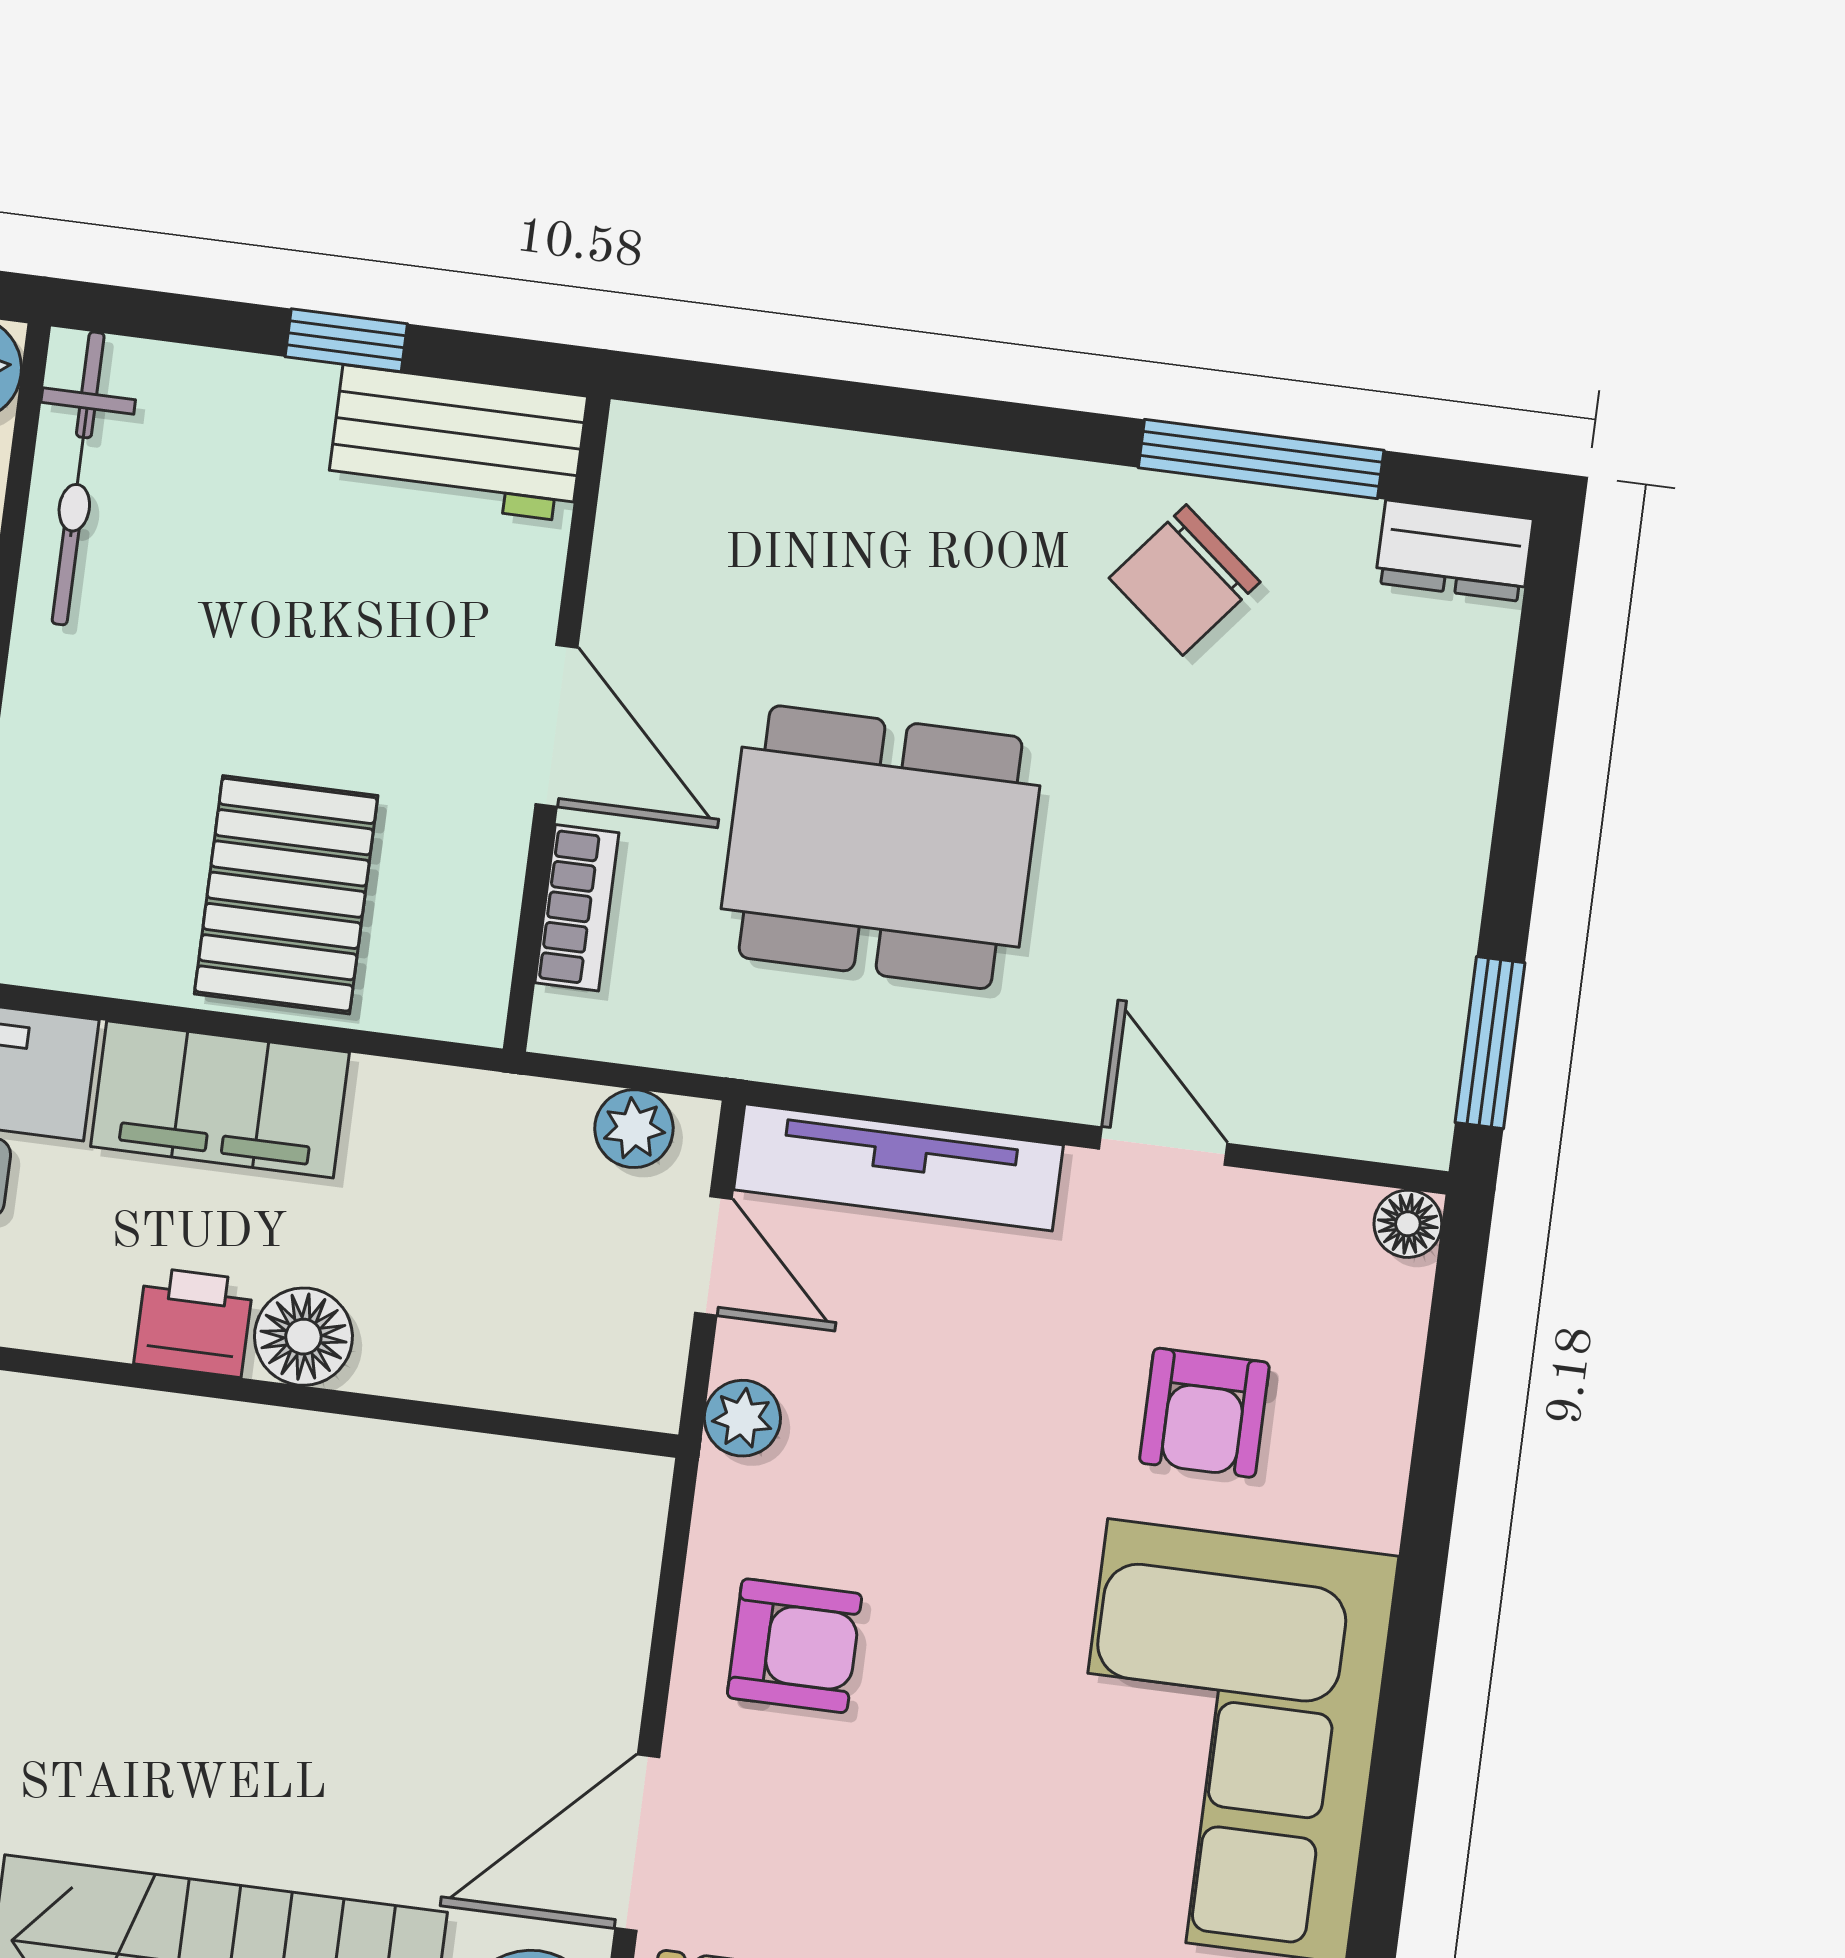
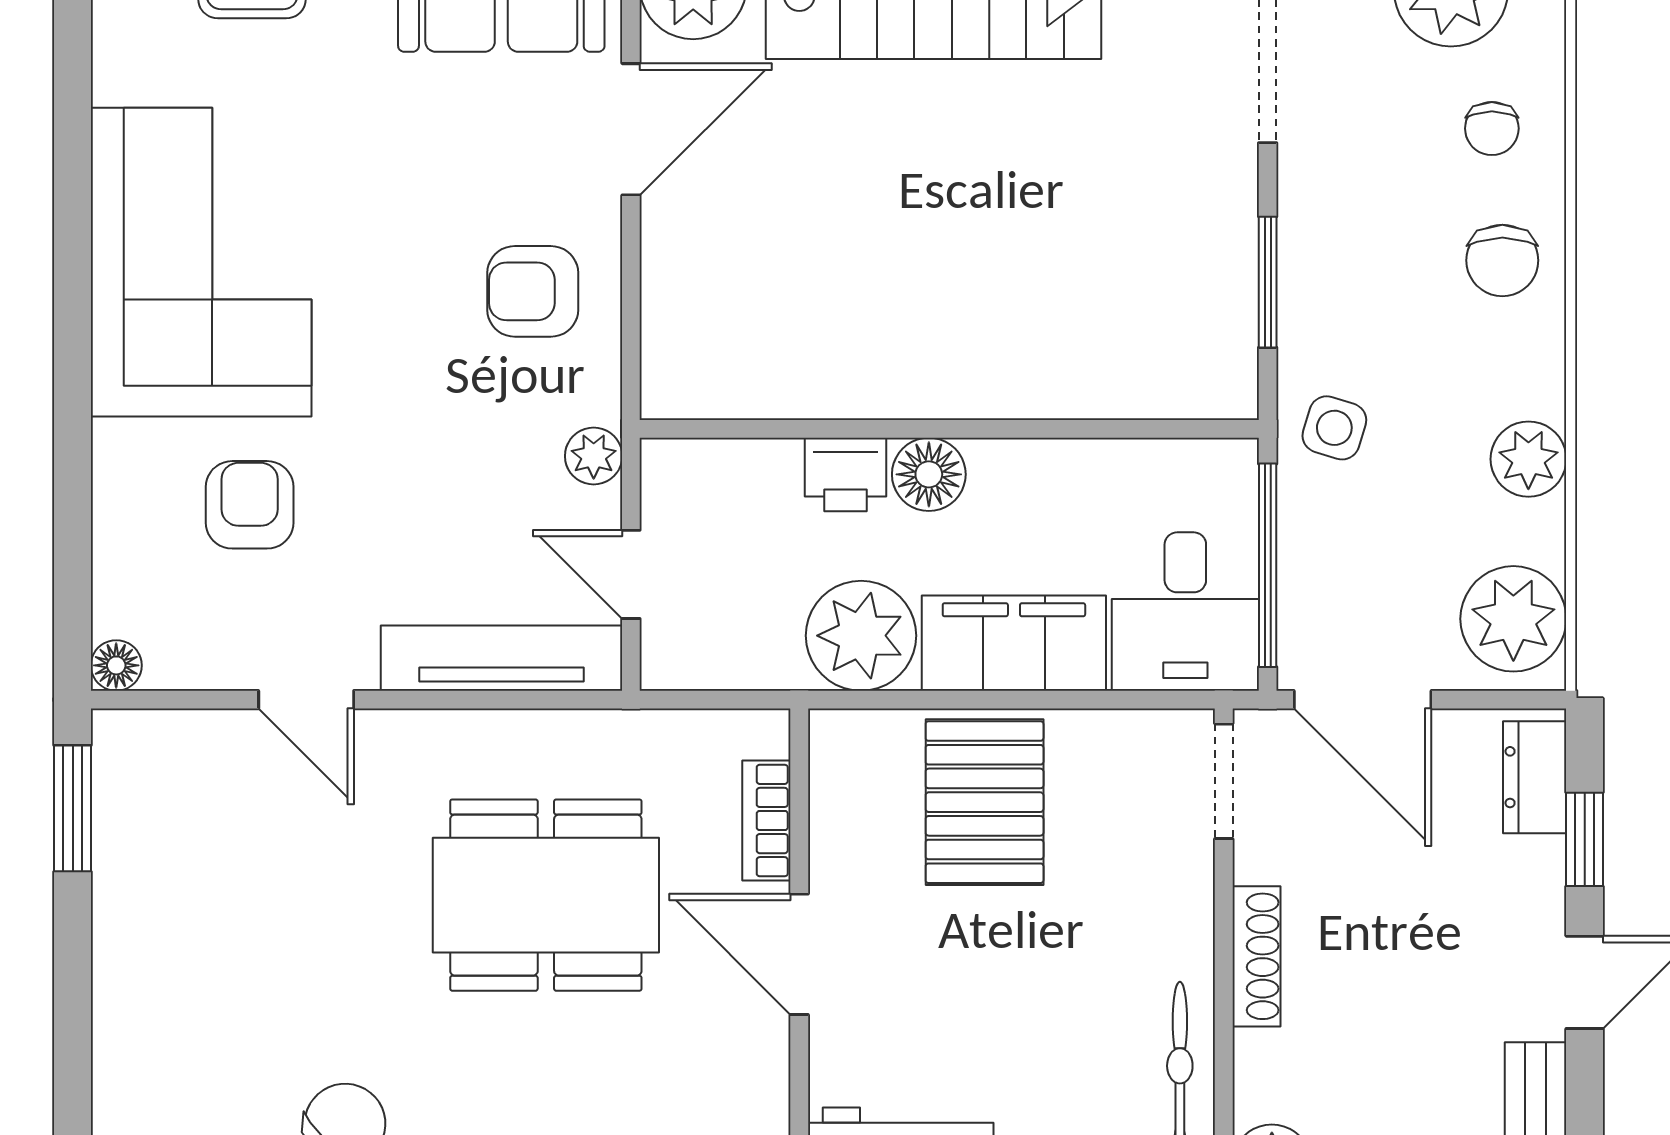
plant: (634, 1129) -> (861, 636), moved, width x1.88, depth x1.88
printer: (194, 1322) -> (846, 475), moved

